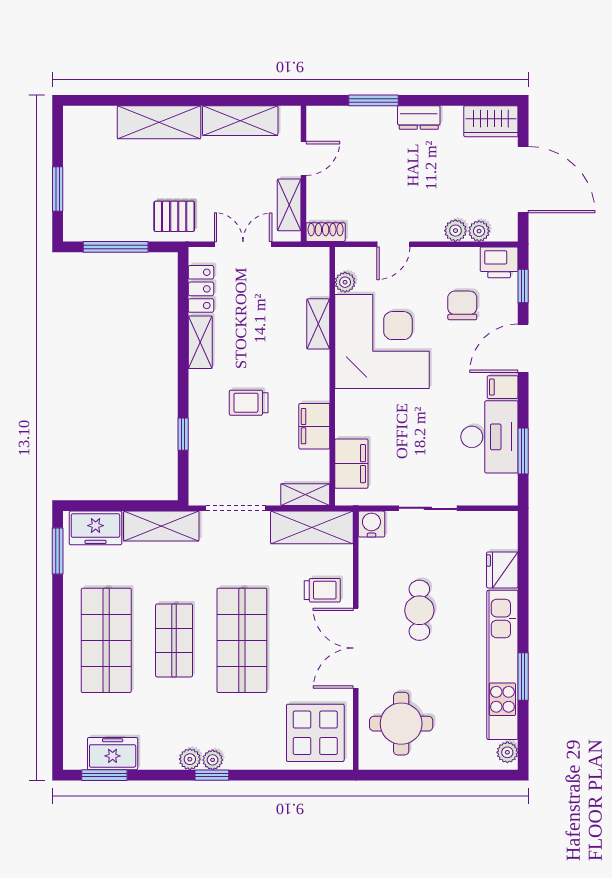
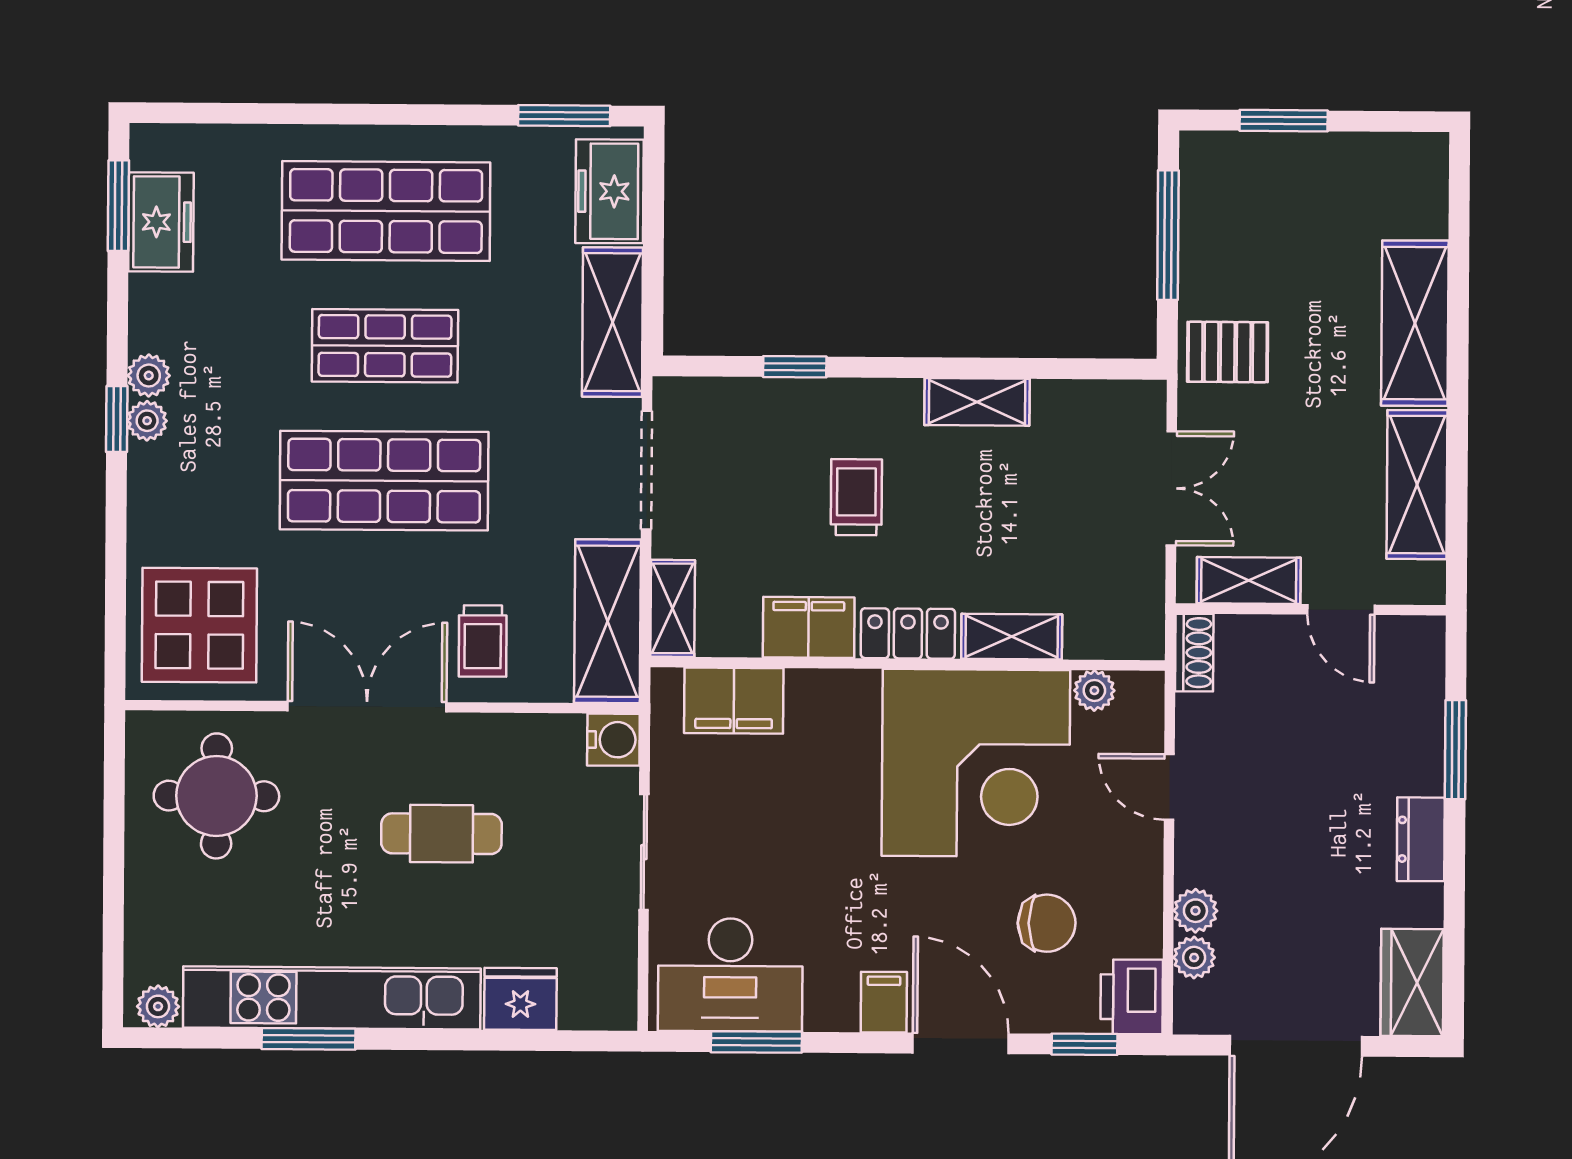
pallet: (174, 216) -> (1228, 352), turned 90
locker: (201, 289) -> (908, 633), moved, turned 180
desk: (489, 437) -> (730, 975), moved

